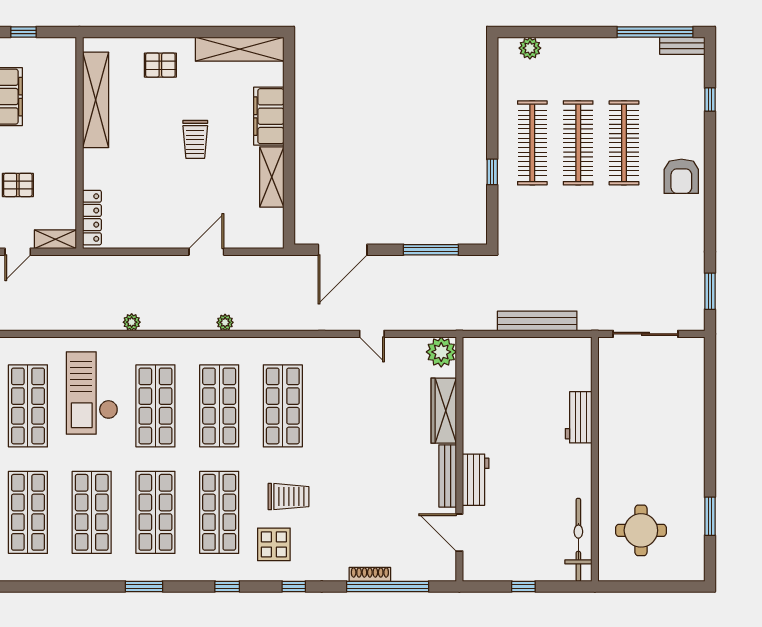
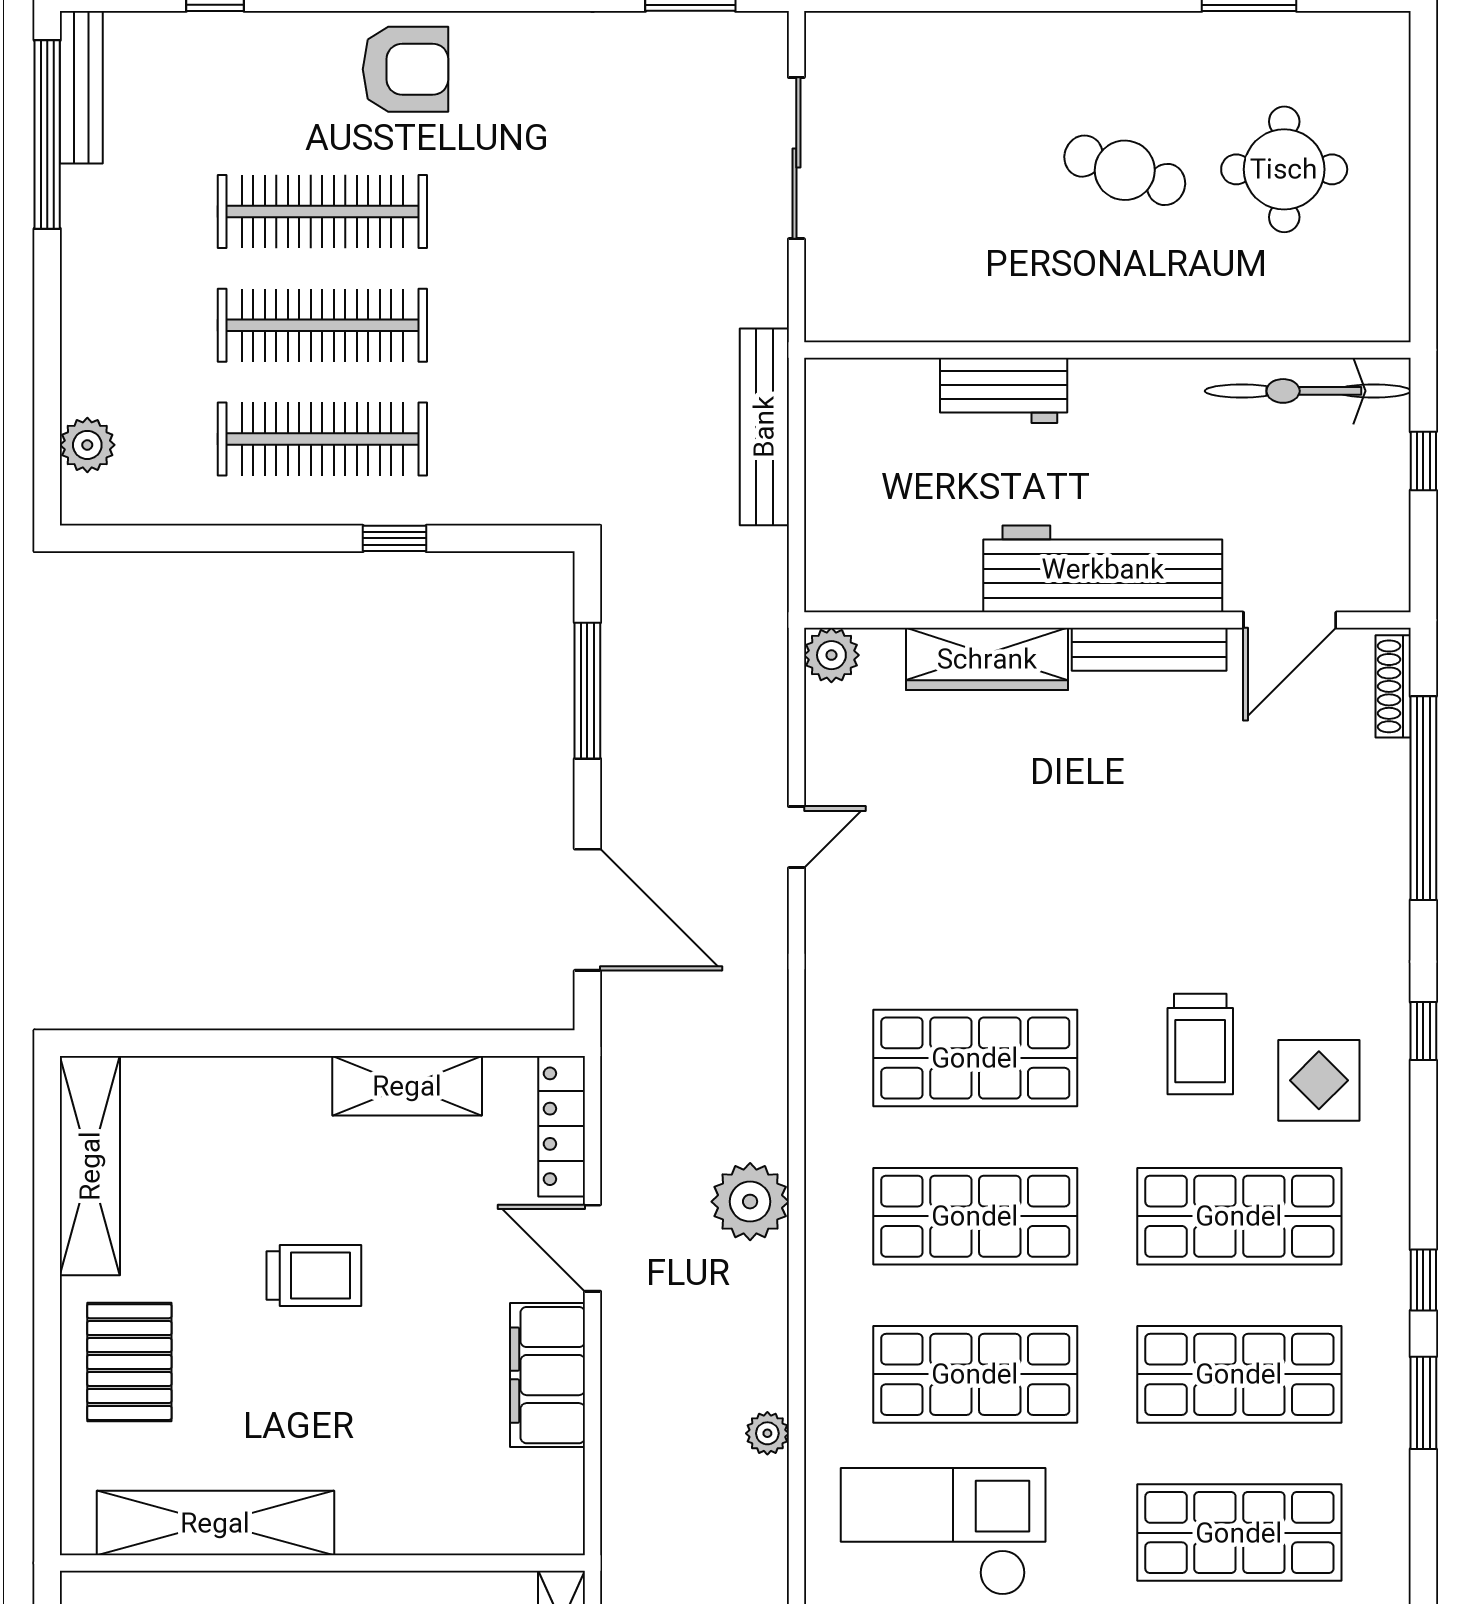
bench: (682, 46) -> (81, 87), width x1.36
pallet: (160, 65) -> (129, 1362), width x1.50, depth x1.42
filing cabinet: (269, 116) -> (548, 1375), moved, turned 90
locker: (92, 218) -> (562, 1126), moved, turned -90
plant: (225, 322) -> (750, 1202), width x1.88, depth x1.88
plant: (441, 352) -> (831, 655), width x0.73, depth x0.73
checkout: (92, 393) -> (943, 1532), turned 180
workbench: (579, 417) -> (1004, 390), moved
wall: (595, 459) -> (1107, 350), moved
cafe table: (641, 466) -> (1125, 170), added
workbench: (476, 480) -> (1103, 569), width x1.88, depth x1.32
trolley: (289, 497) -> (1200, 1044), turned 180
bicycle: (578, 540) -> (1308, 391), moved
shoe rack: (370, 574) -> (1393, 686), moved
window: (227, 586) -> (1423, 1280), moved

